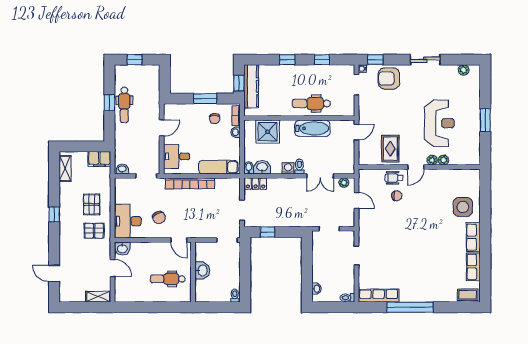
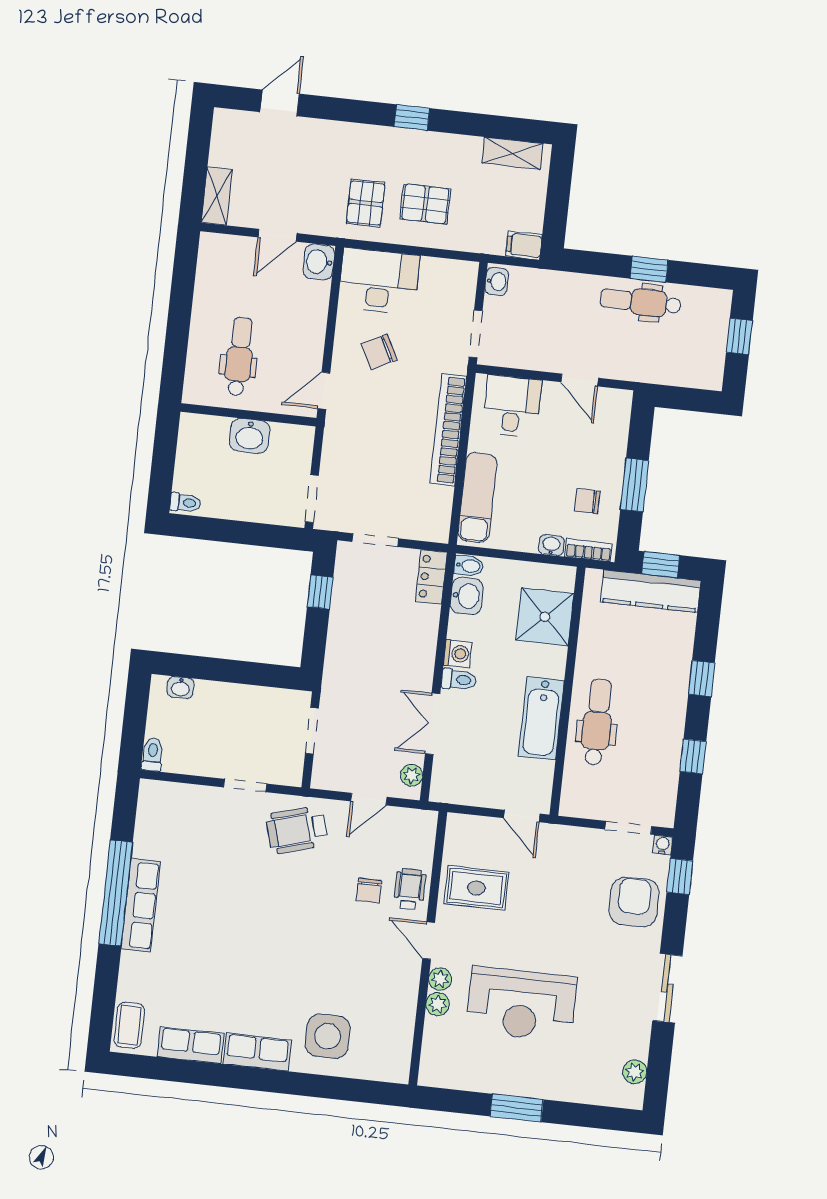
filing cabinet: (99, 159) -> (524, 245), width x0.50
wheelchair: (373, 231) -> (297, 830), added
row of seats: (379, 296) -> (141, 905), moved

